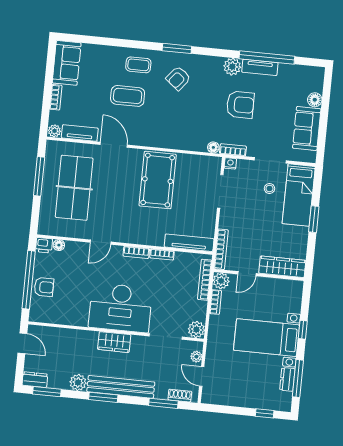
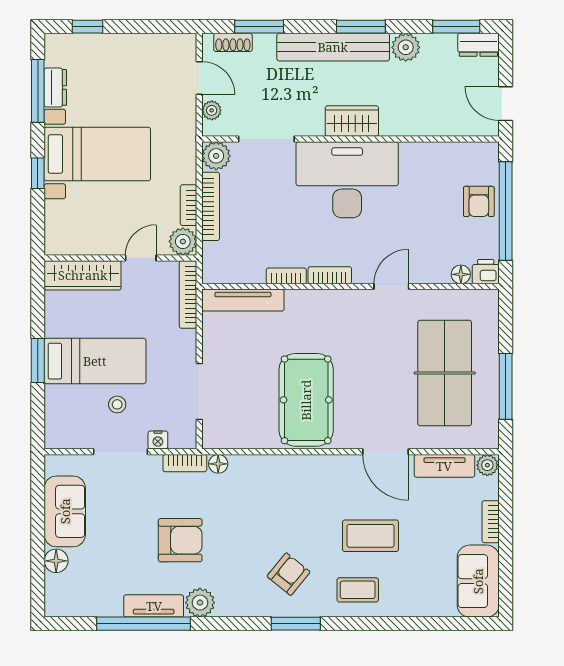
armchair: (240, 105) -> (180, 540), turned 180
nightstand: (230, 163) -> (158, 440), moved
bed: (299, 195) -> (95, 361), moved, turned 90
bookcase: (205, 280) -> (211, 206), moved
armchair: (44, 287) -> (479, 201), turned -90

